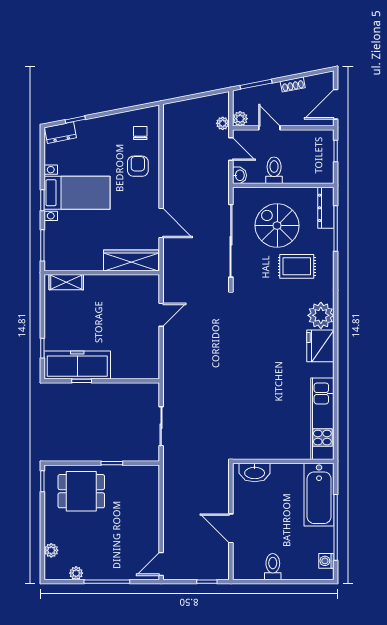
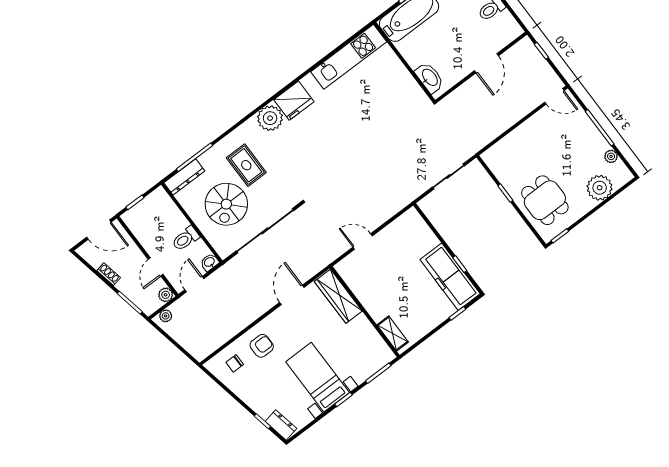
plant: (223, 123) -> (166, 316), moved
armchair: (138, 166) -> (262, 346), turned 180
plant: (51, 550) -> (600, 188), width x1.87, depth x1.87

